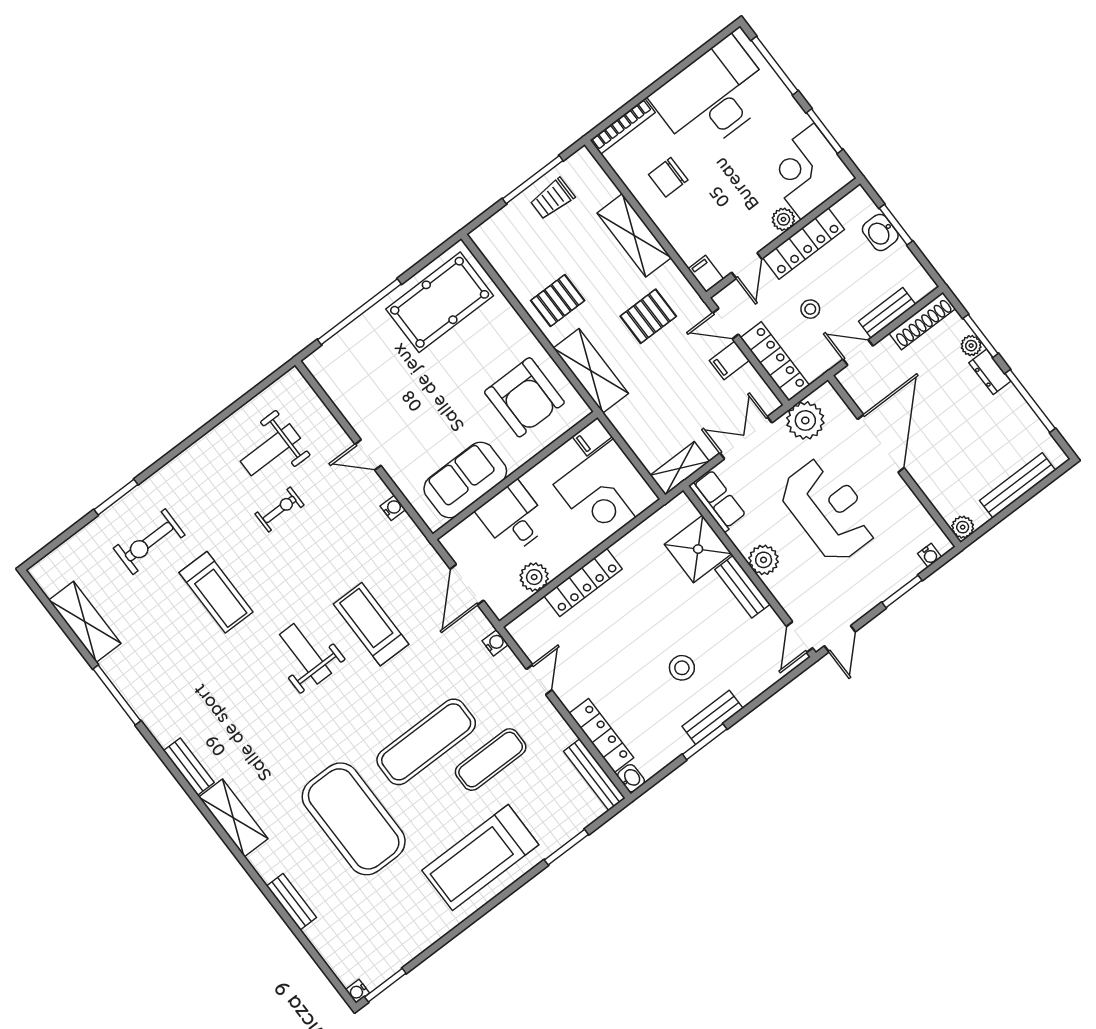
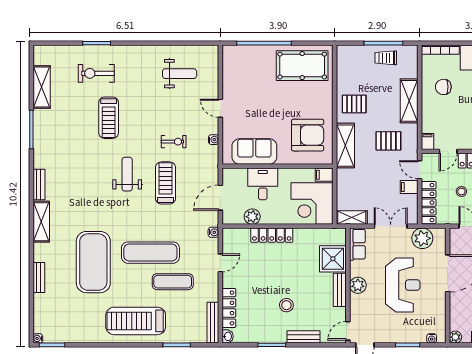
armchair: (524, 397) -> (308, 135), turned -90
weight bench: (270, 450) -> (180, 74), turned 180
exercise bike: (280, 509) -> (174, 142), moved
bench: (713, 717) -> (303, 337), moved

